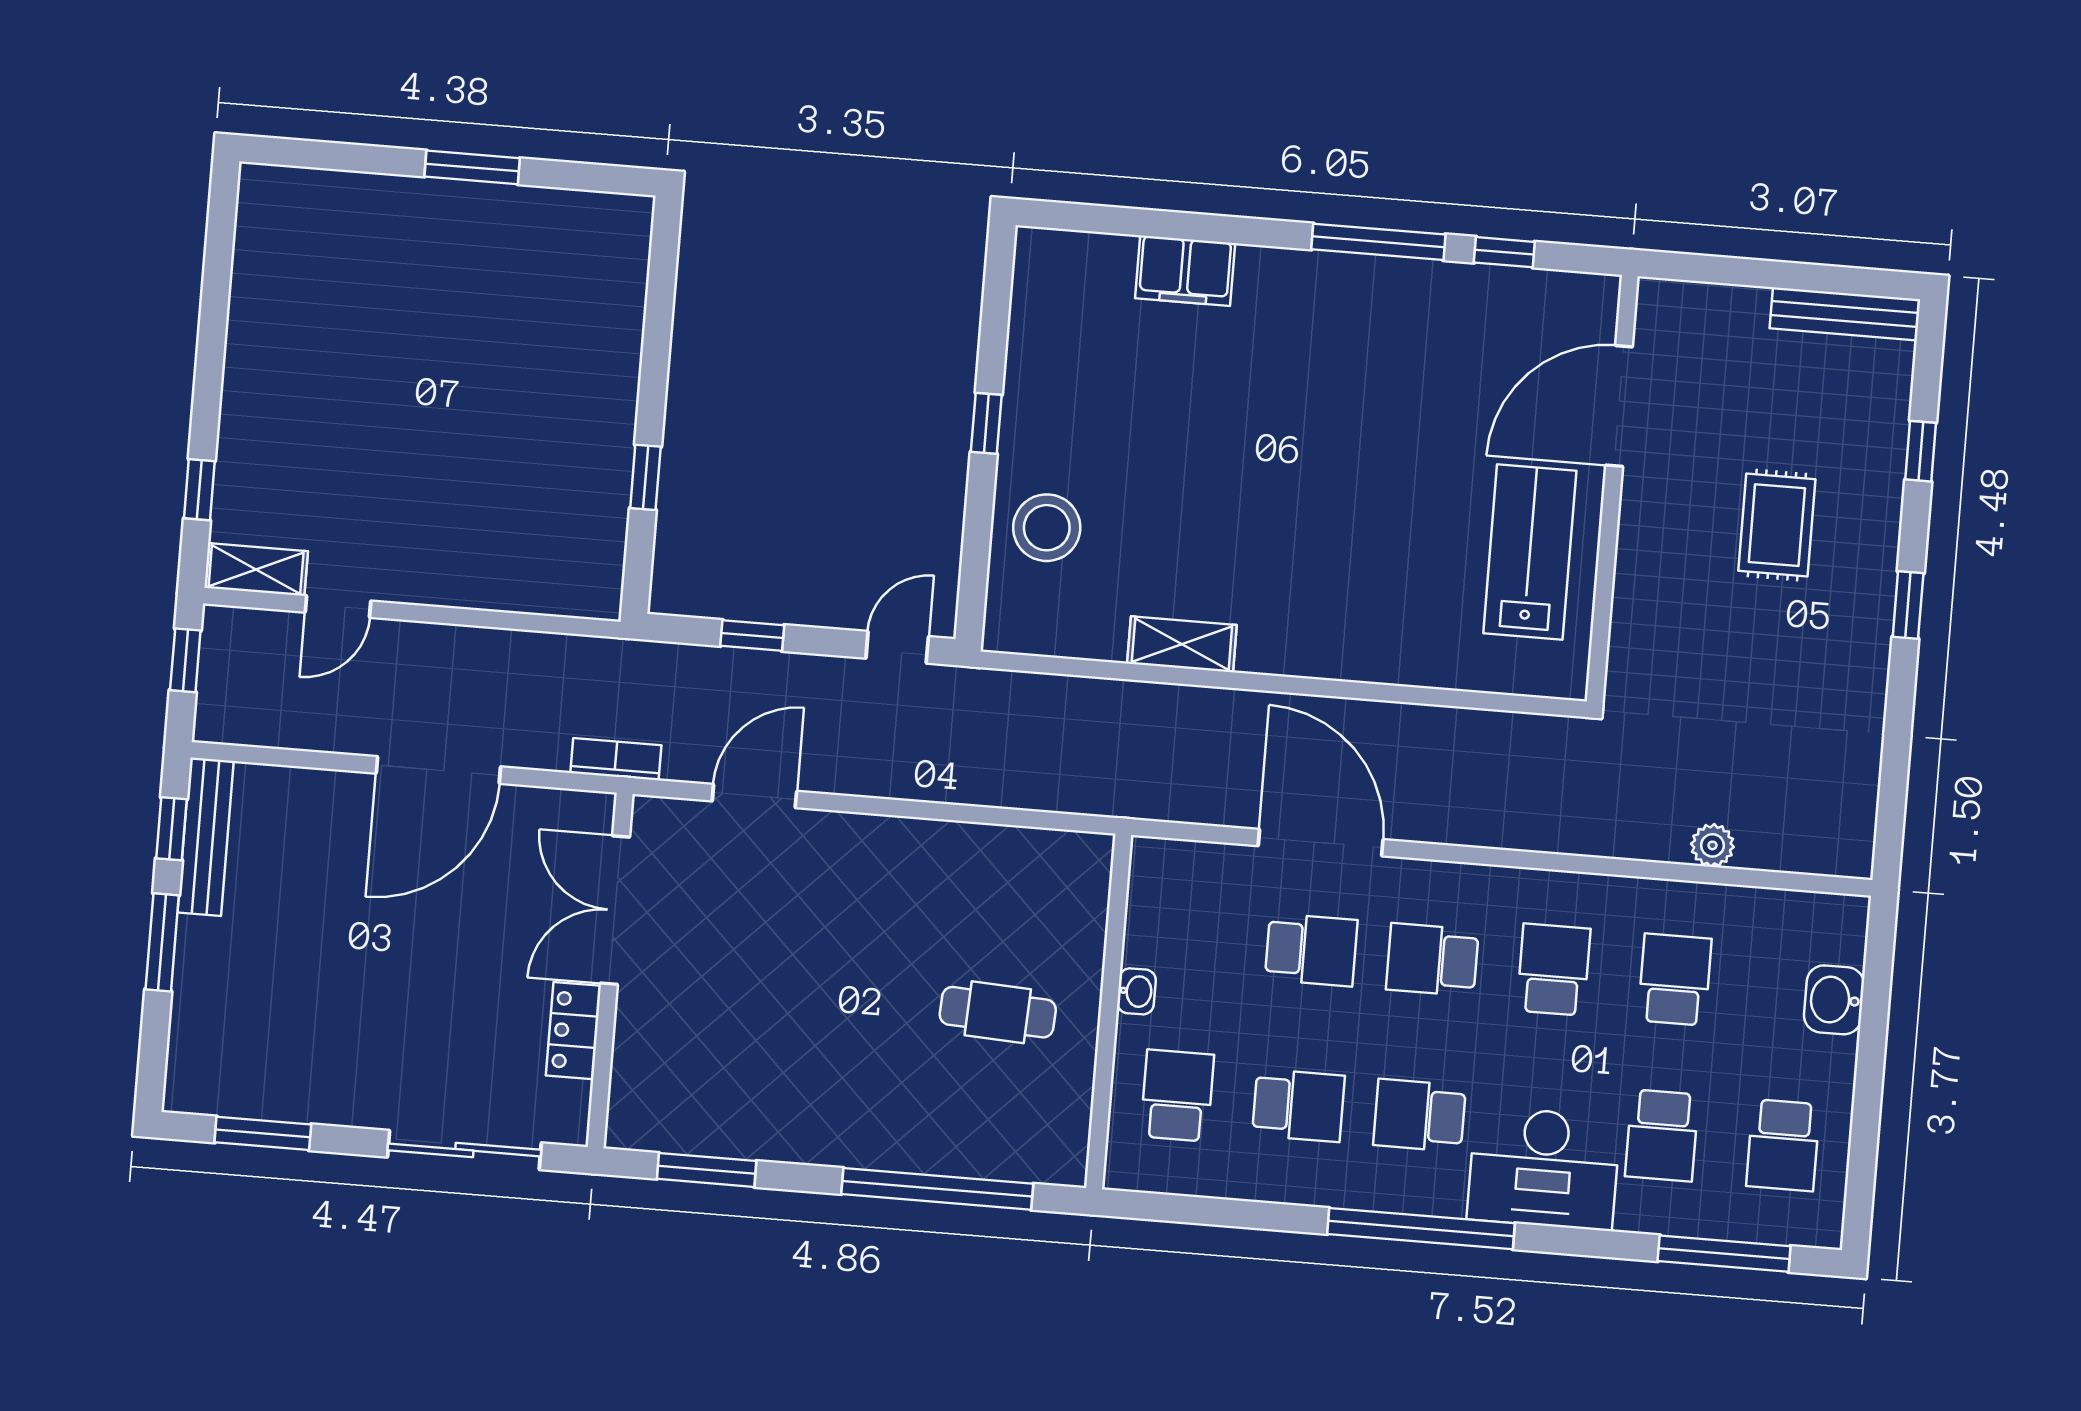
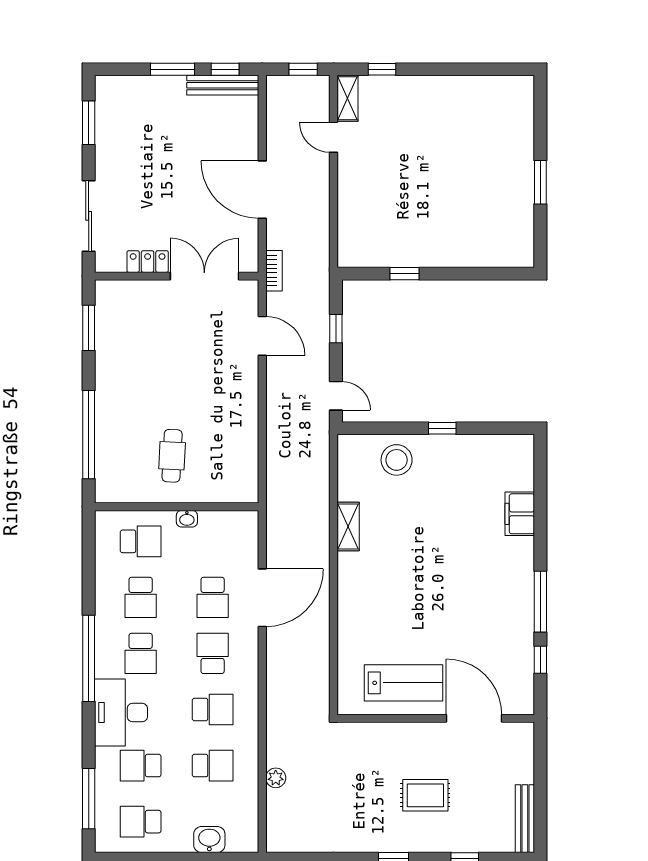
school desk: (1420, 1115) -> (141, 653), turned 180

